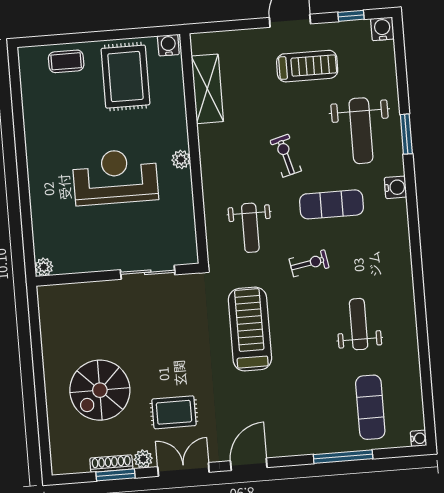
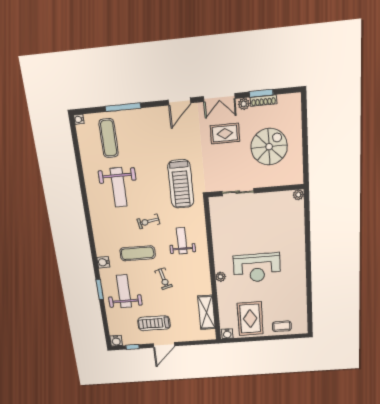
plant: (44, 267) -> (298, 195), moved
sliding door: (148, 272) -> (238, 192), moved
wall: (117, 275) -> (256, 191), moved
weight bench: (359, 324) -> (119, 187), width x1.36, depth x1.33

